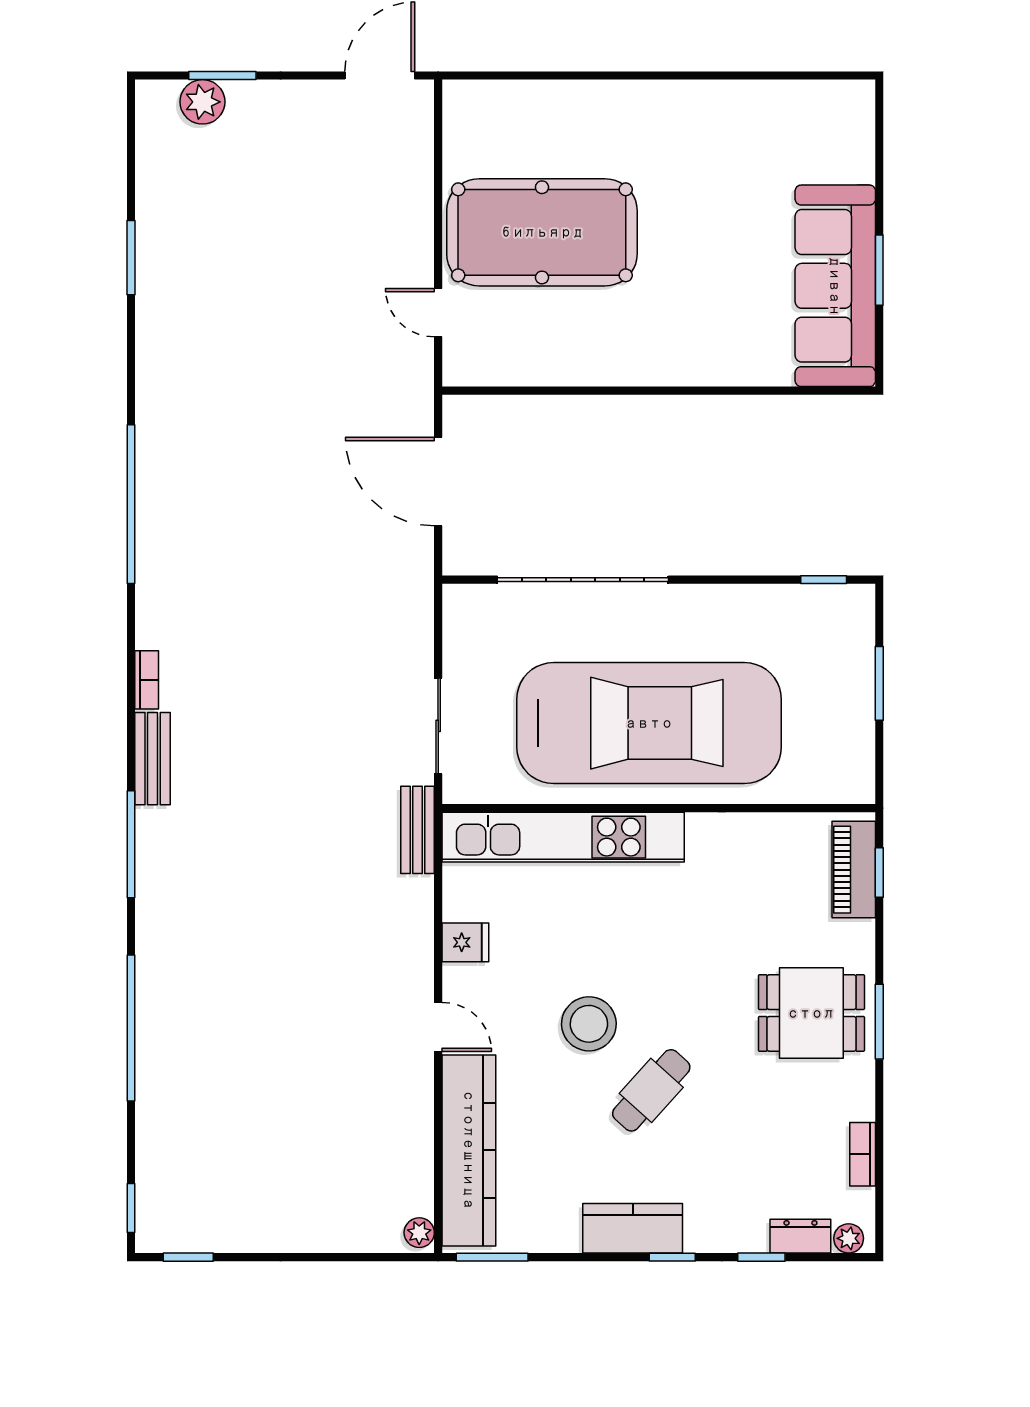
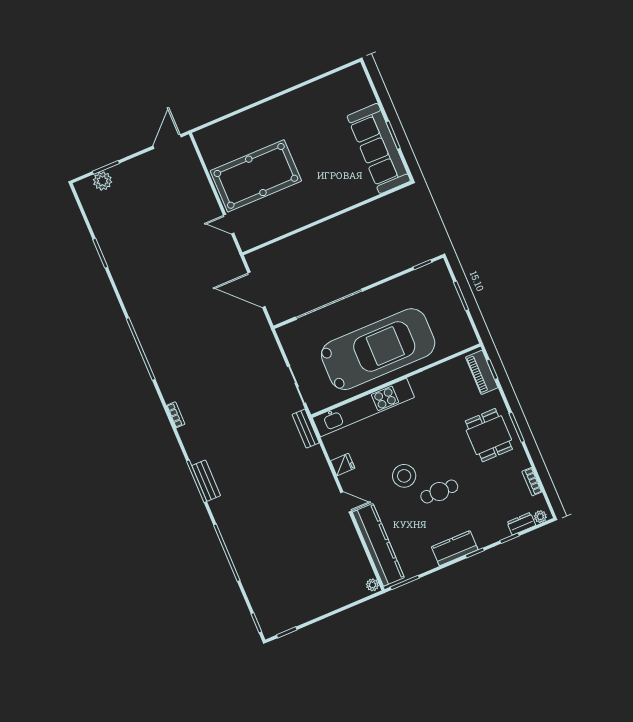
bench: (153, 759) -> (206, 481), moved
dining table: (811, 1013) -> (489, 435), turned 90
cafe table: (651, 1090) -> (439, 492), turned 48

